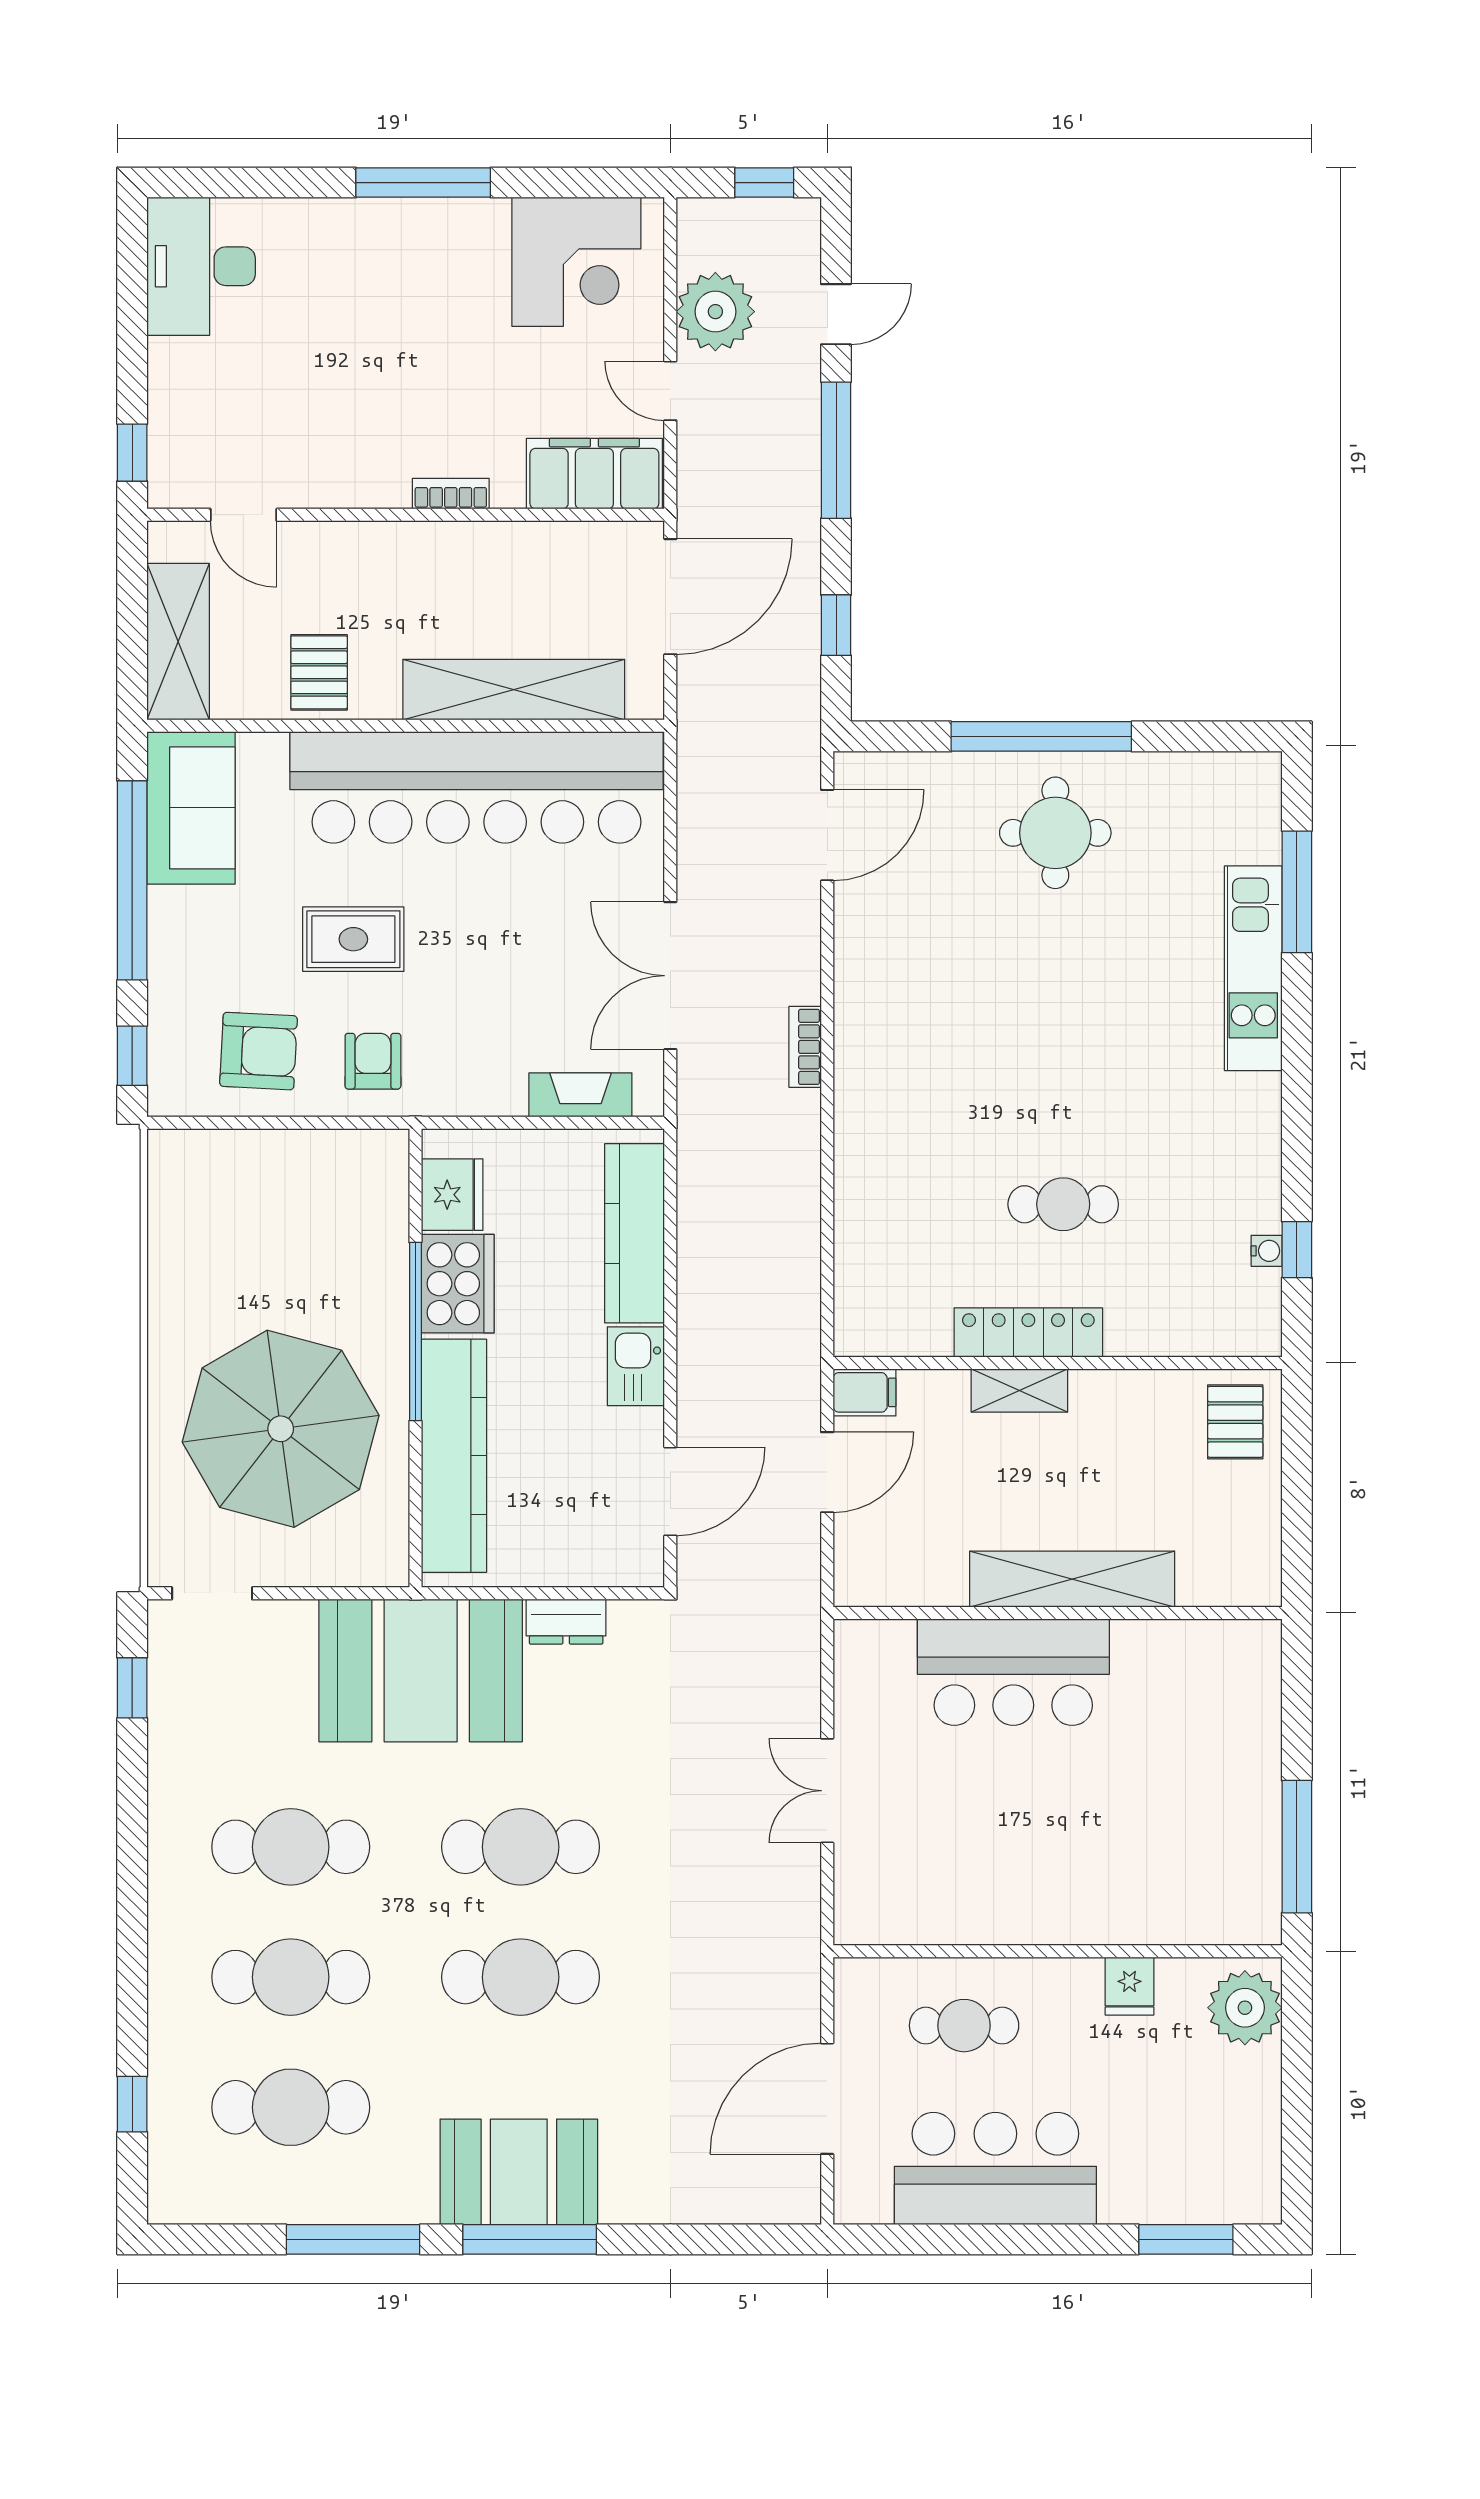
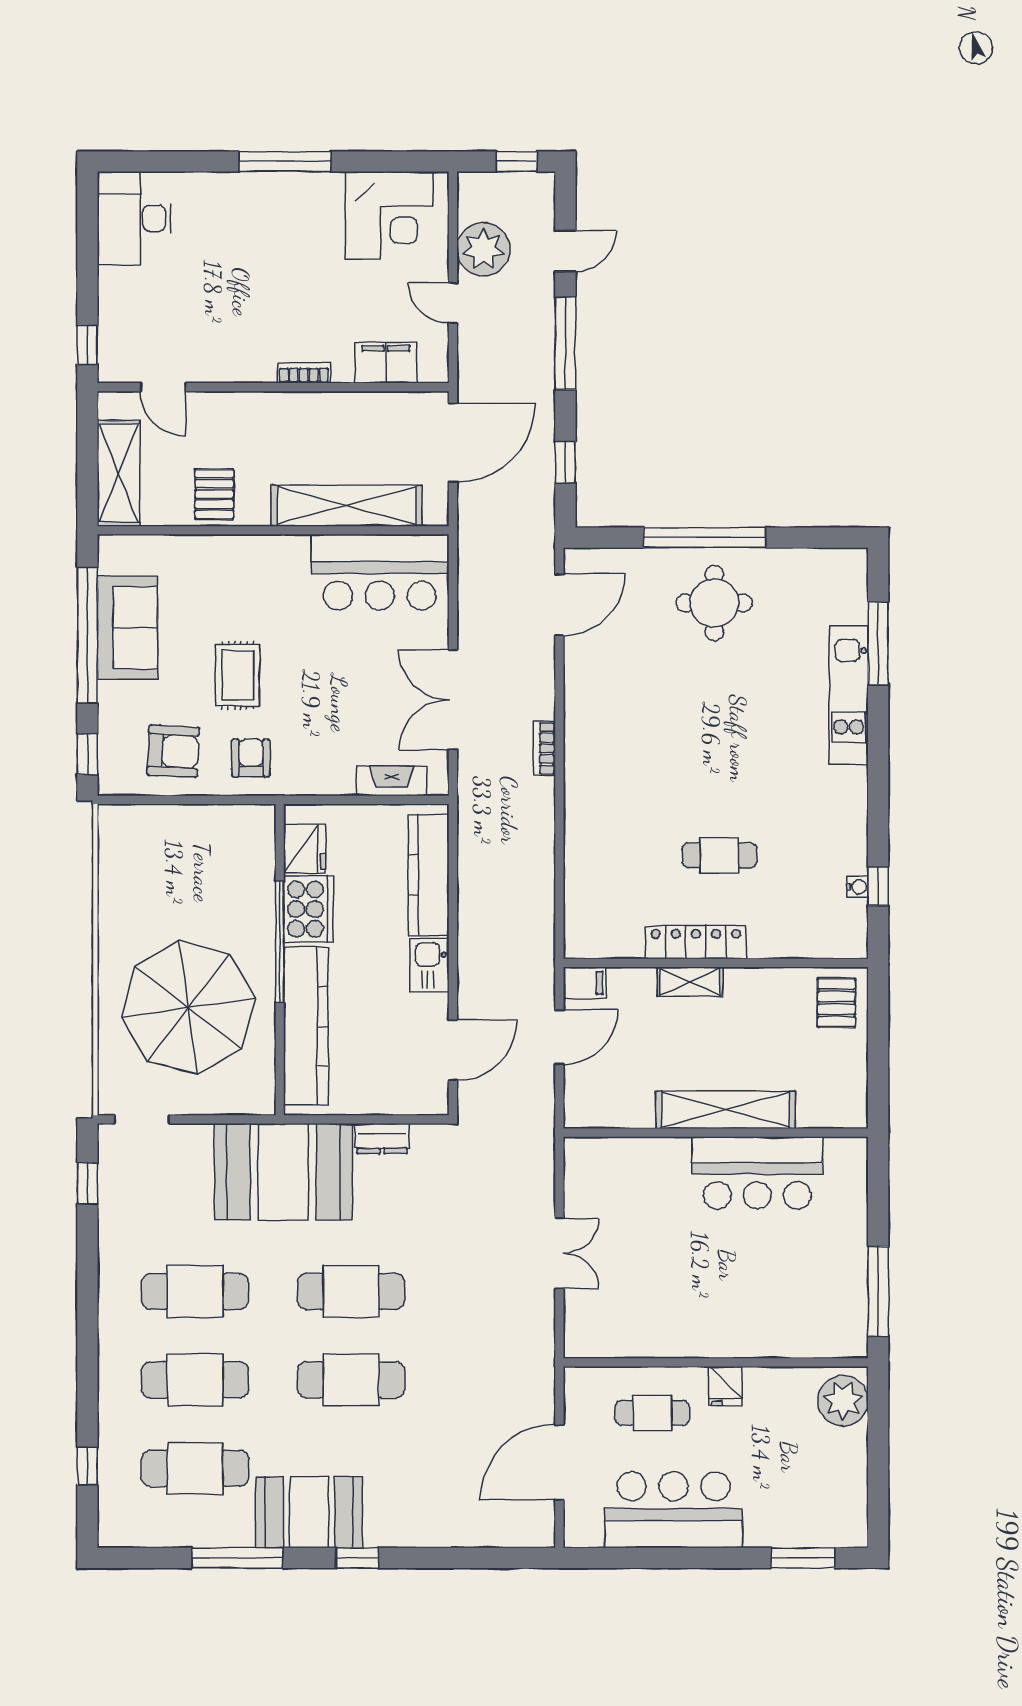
filing cabinet: (594, 474) -> (386, 363), width x0.67, depth x0.86
bar counter: (476, 787) -> (380, 572), width x0.54
sofa: (191, 808) -> (127, 628), moved
rug: (353, 939) -> (238, 675), turned 90
bar counter: (1013, 1672) -> (757, 1173), moved
double door: (827, 1791) -> (559, 1253), swing flipped
fridge: (1129, 1986) -> (726, 1386), moved
booth: (519, 2172) -> (309, 1512), moved
window: (530, 2239) -> (357, 1558), width x0.46

